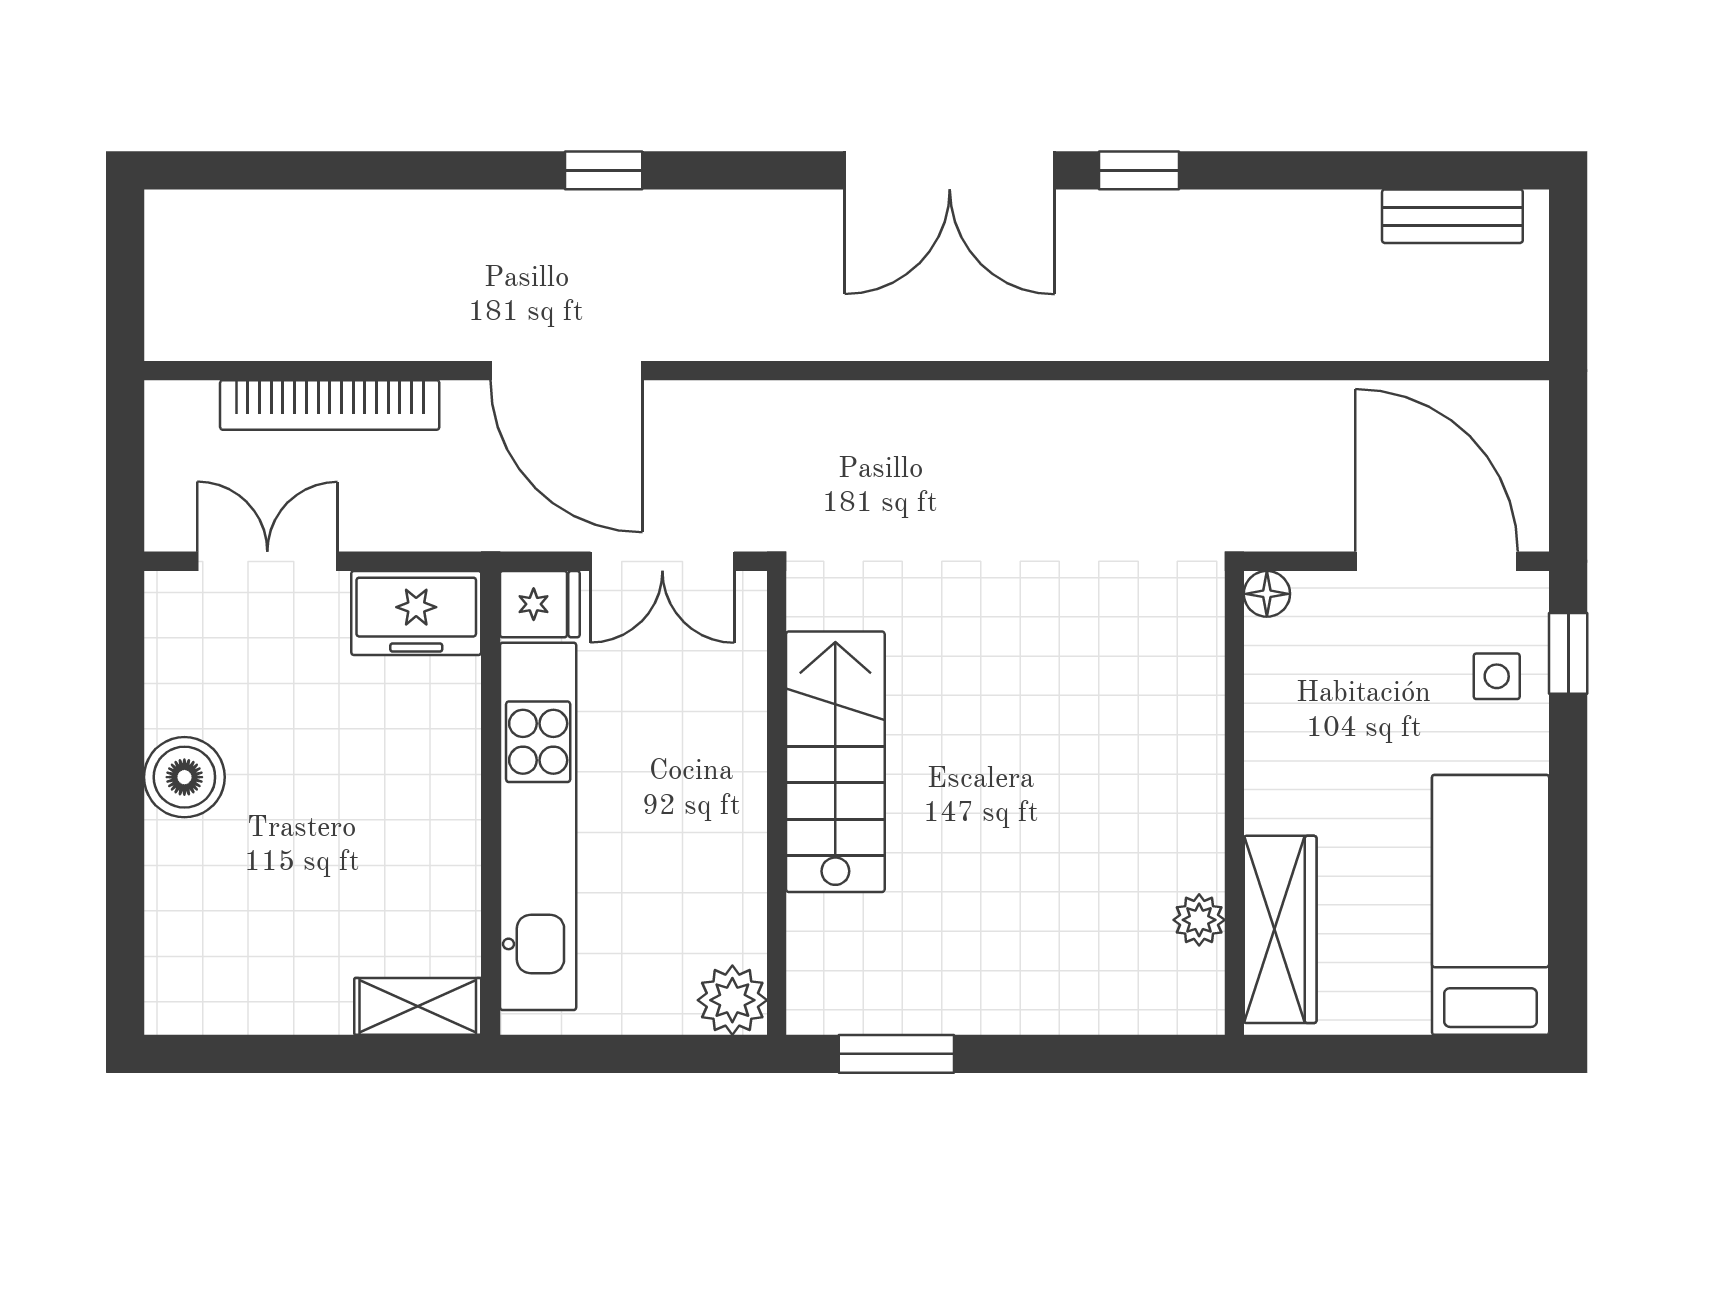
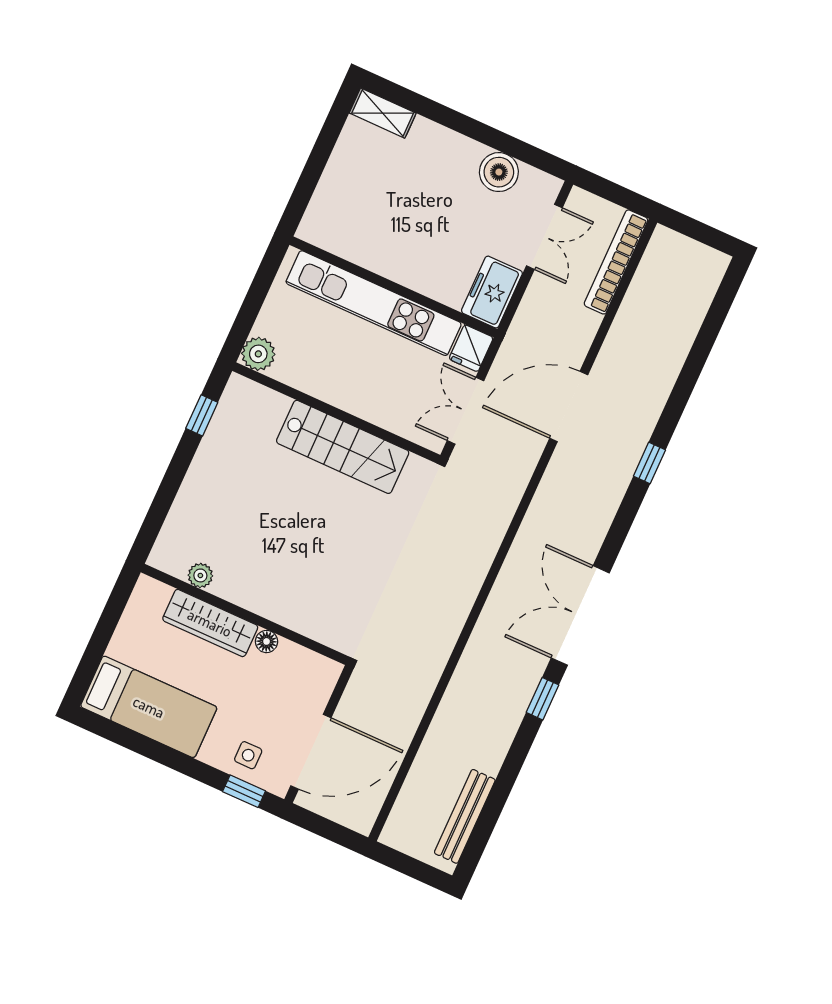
bench: (1452, 216) -> (465, 816), width x1.36
bookcase: (330, 405) -> (616, 262), moved
floor lamp: (1267, 594) -> (267, 641), moved
boiler: (184, 777) -> (499, 172), moved
wardrobe: (1280, 929) -> (210, 623), moved
shelving: (418, 1006) -> (383, 113), moved, turned 90
window: (896, 1054) -> (202, 415), width x0.67

